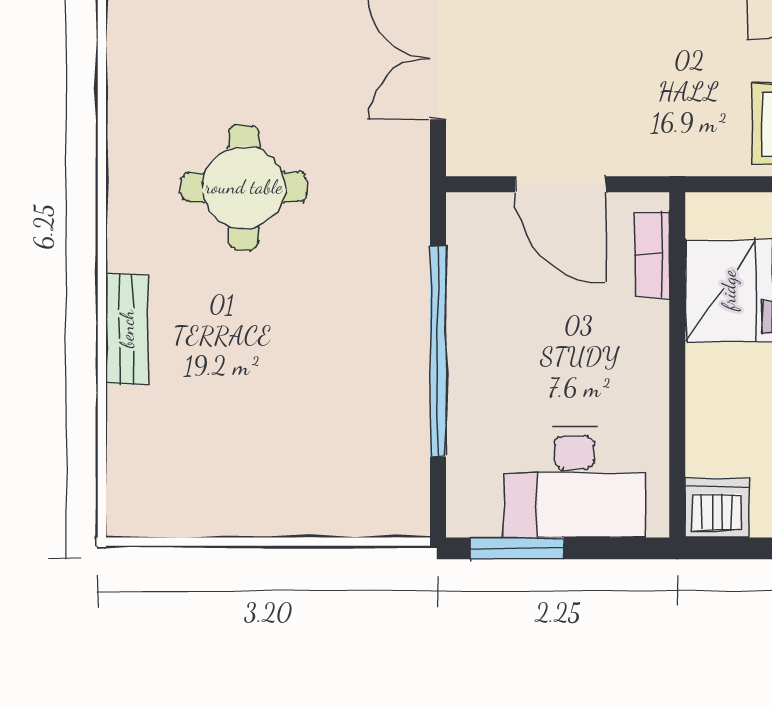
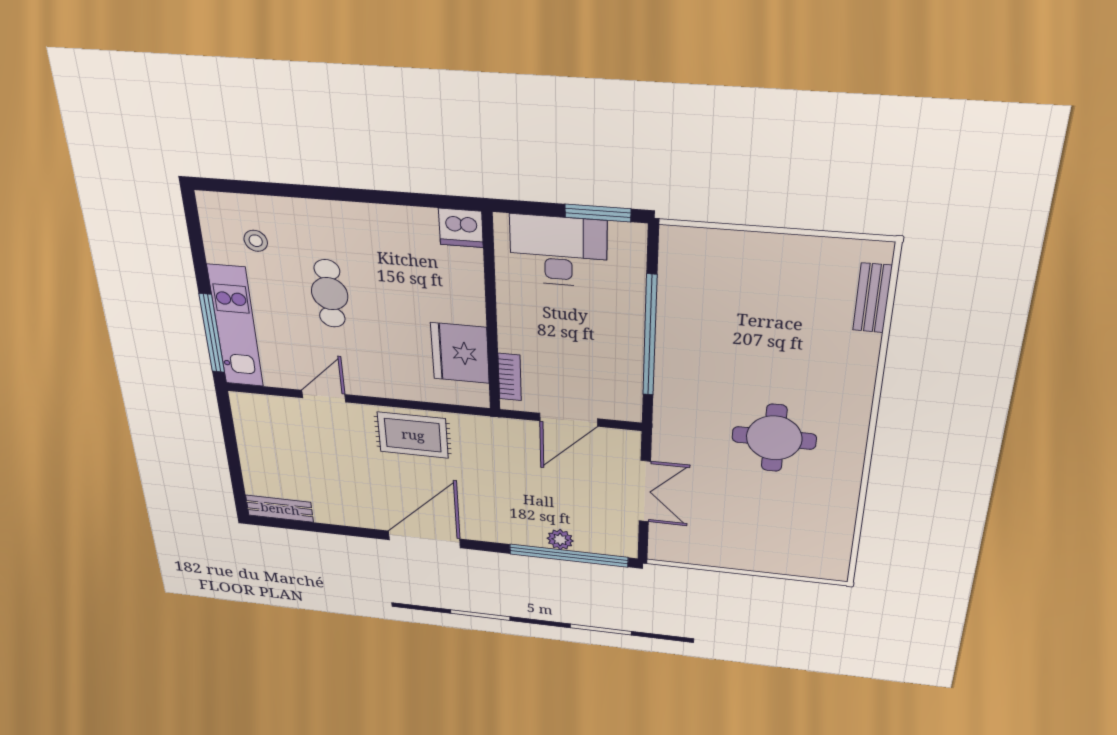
door: (561, 184) -> (569, 420), swing flipped
bench: (127, 329) -> (872, 298), moved

